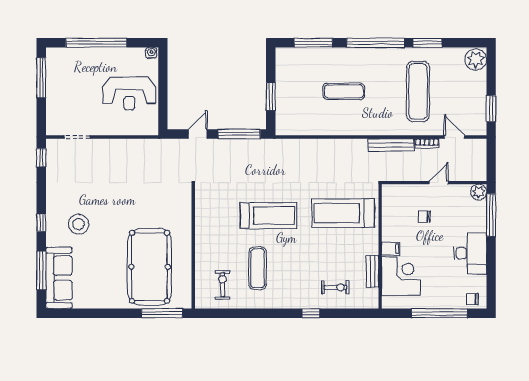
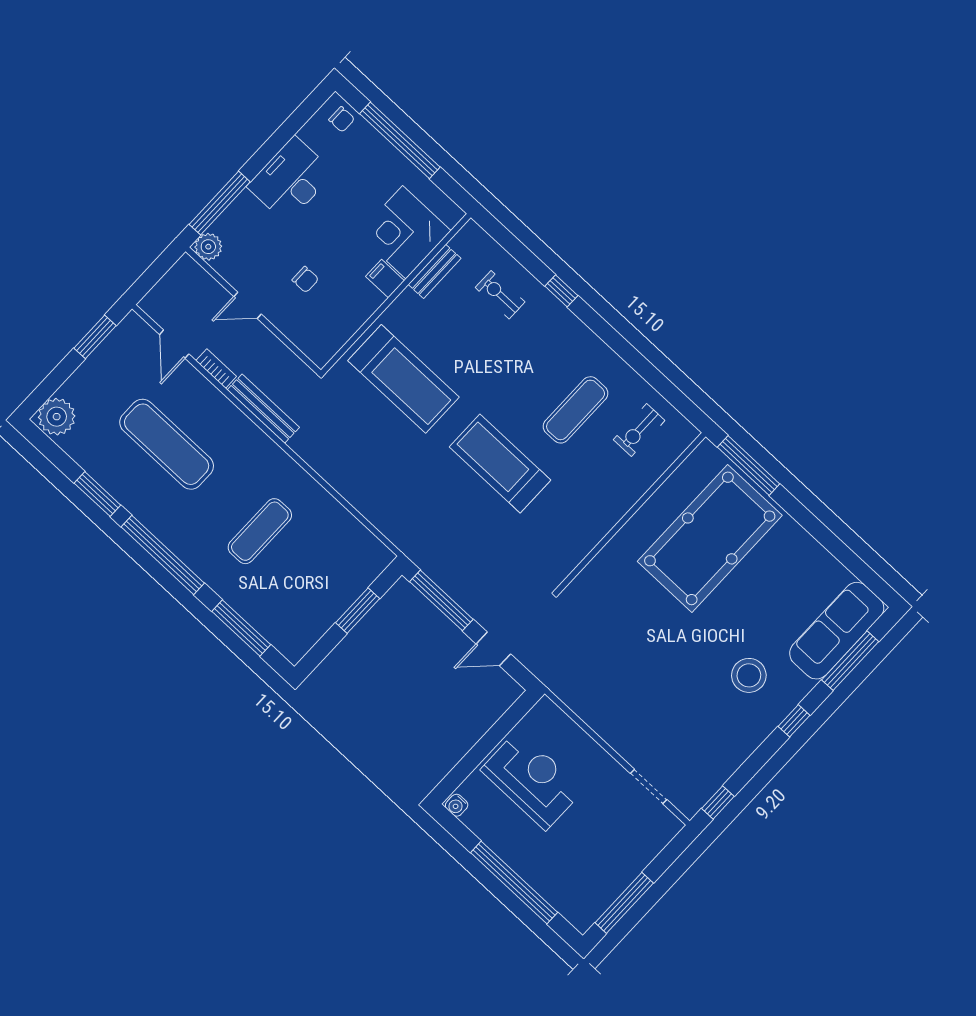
exercise mat: (344, 91) -> (260, 531), turned 90
exercise mat: (418, 91) -> (167, 444), turned 90

